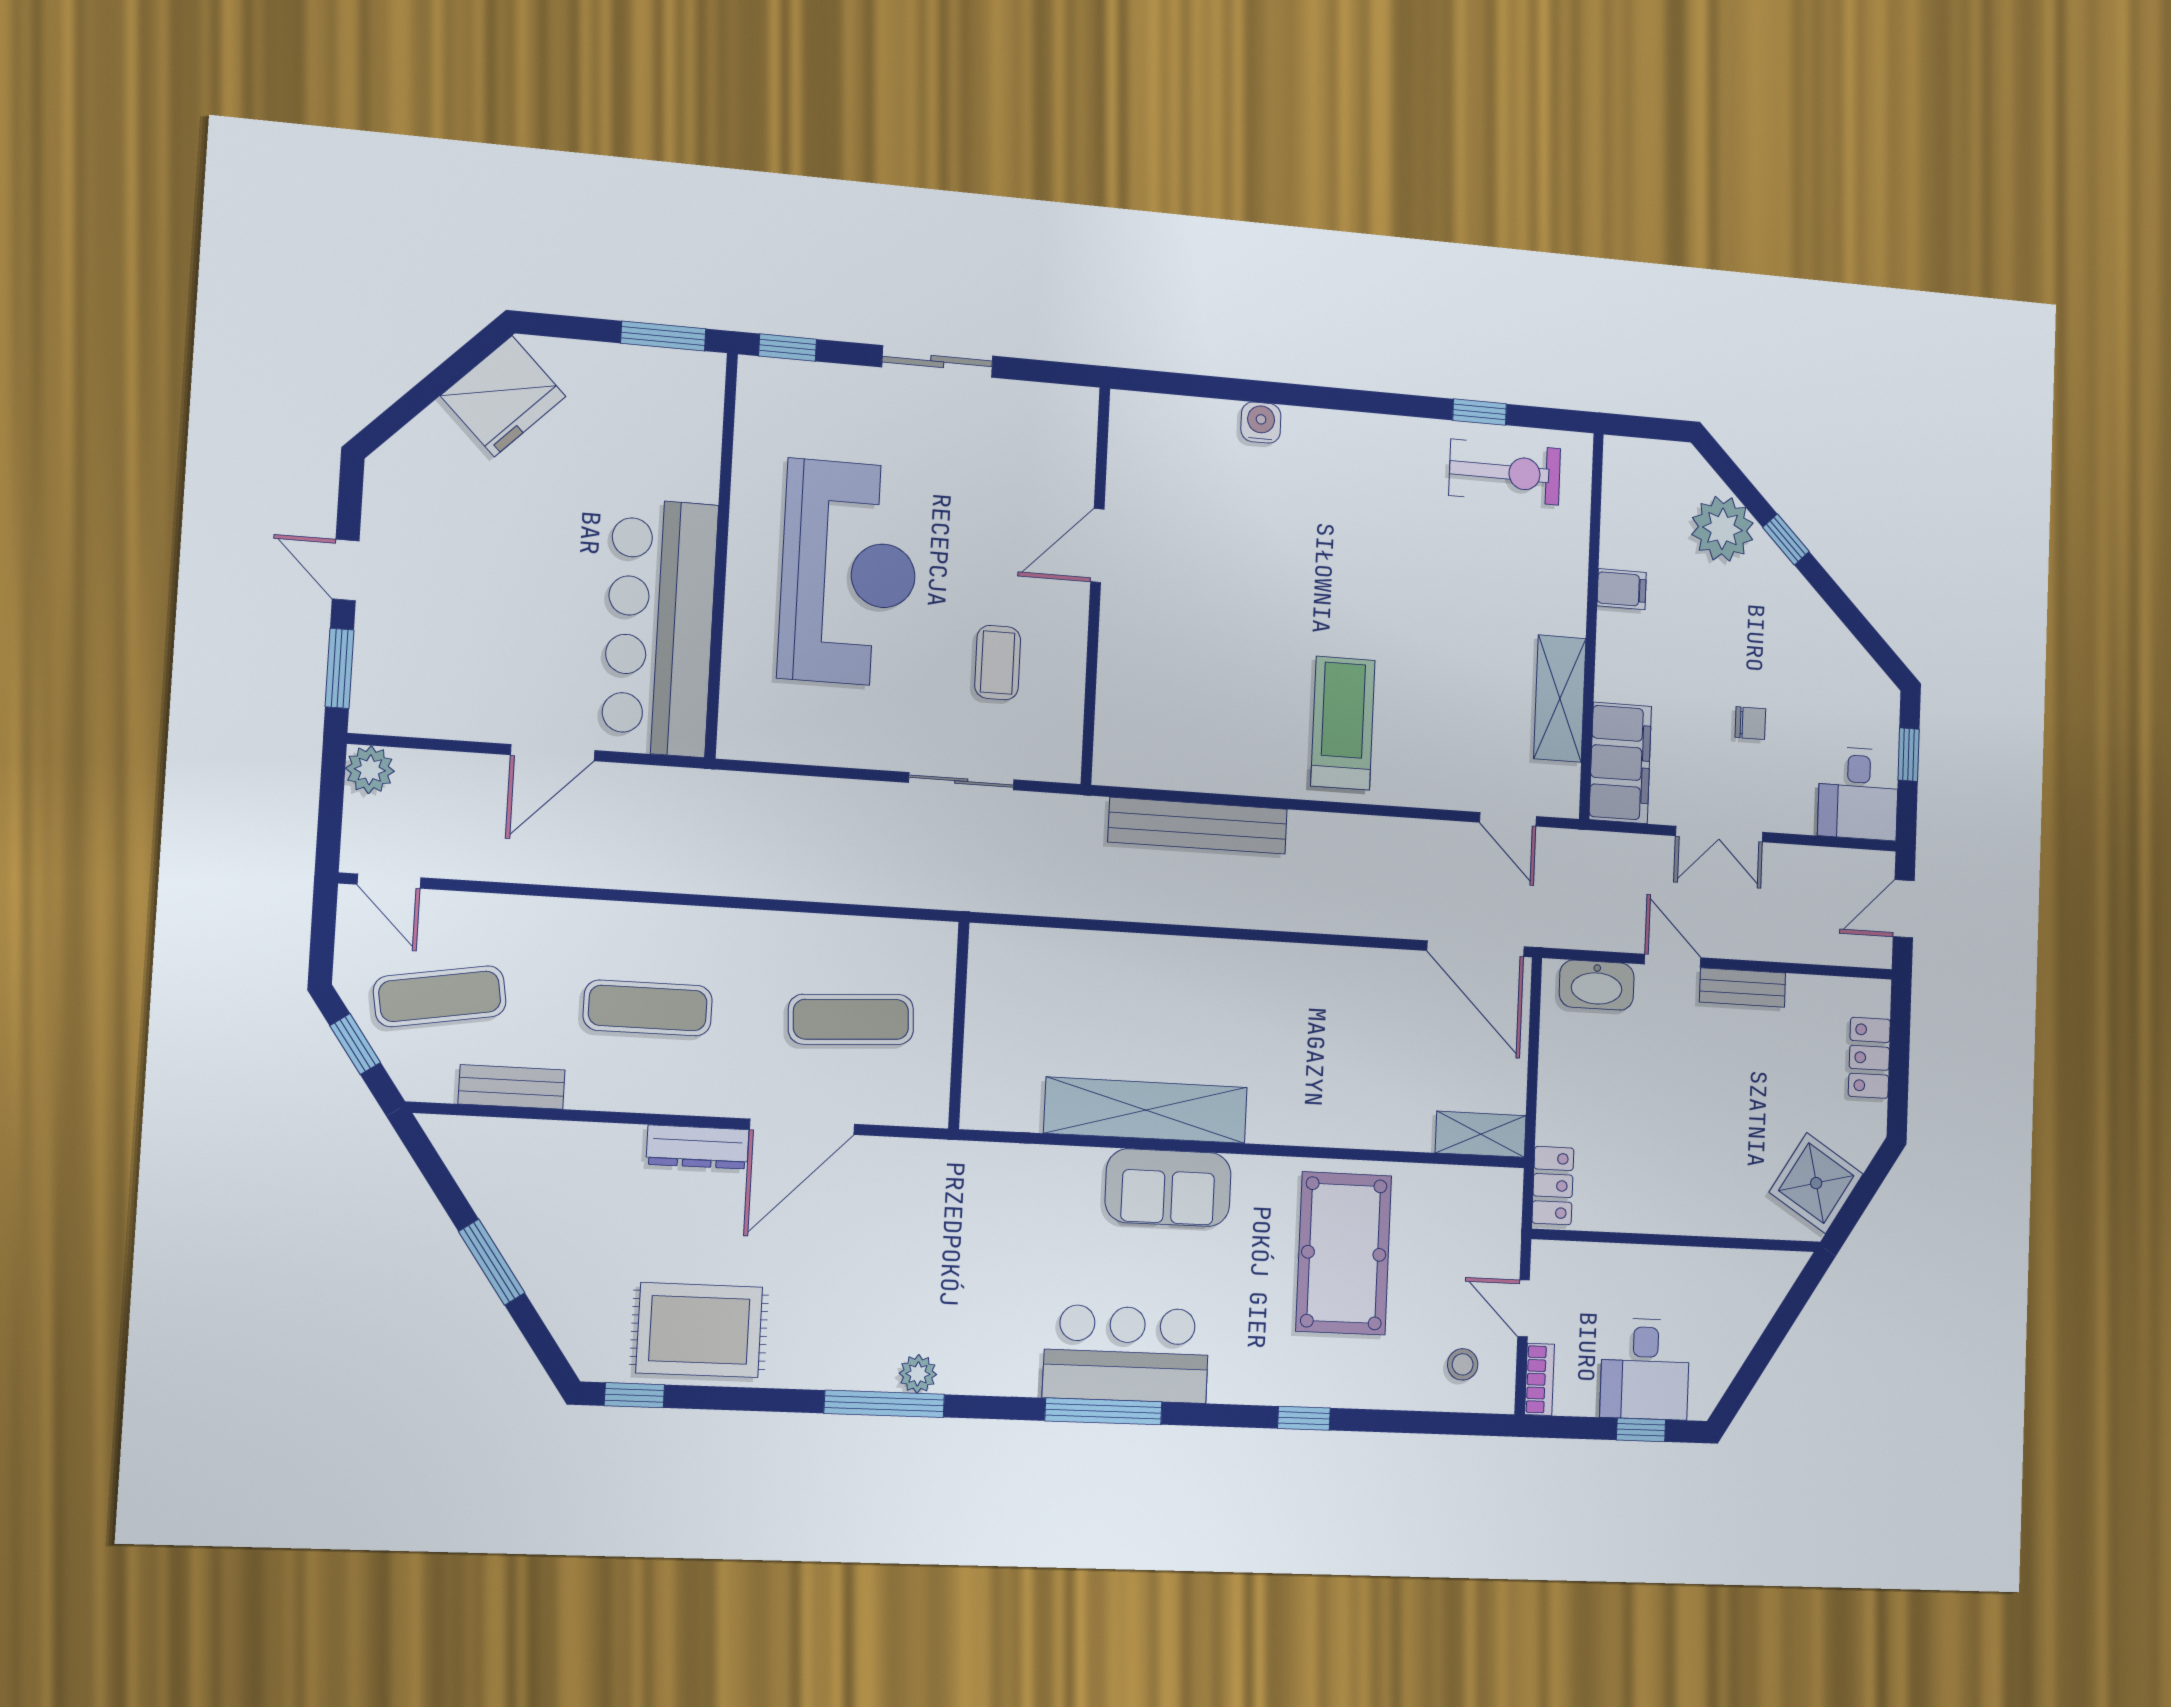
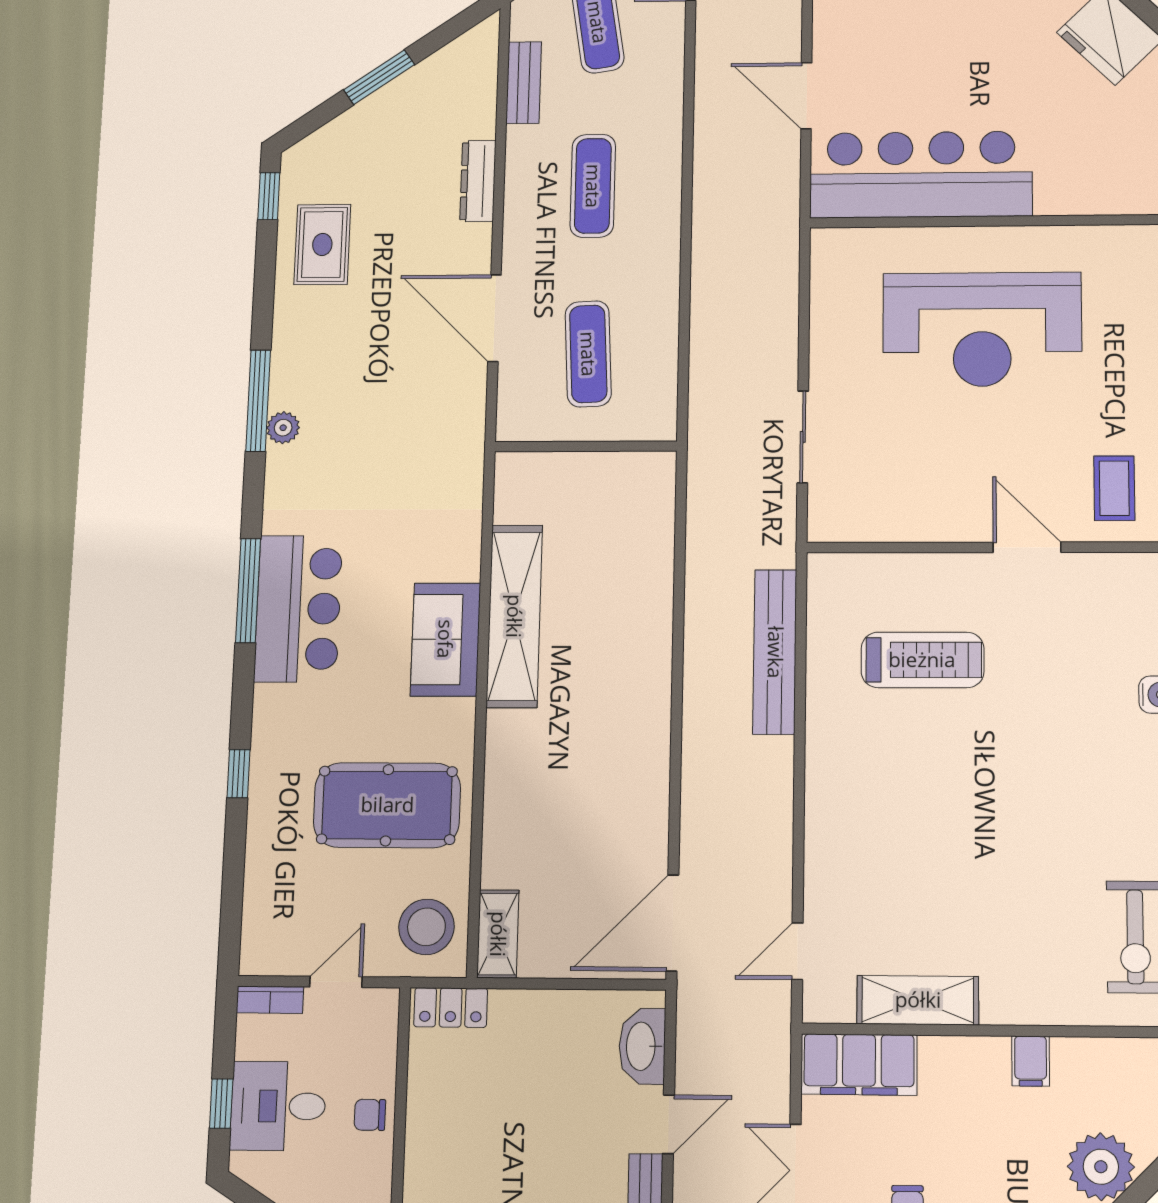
coffee table: (998, 663) -> (1114, 488), moved, turned 90
treadmill: (1343, 723) -> (922, 660), moved
dresser: (698, 1147) -> (478, 181), moved
chair: (1656, 1272) -> (370, 1115), added
rug: (699, 1330) -> (322, 244), width x0.73, depth x0.70
stool: (1463, 1364) -> (426, 927), moved, width x1.89, depth x1.89

